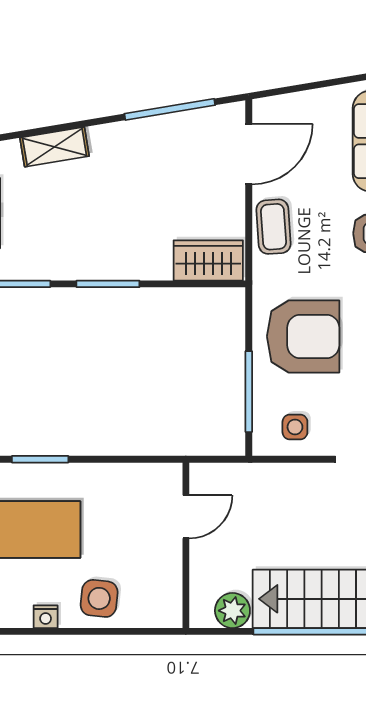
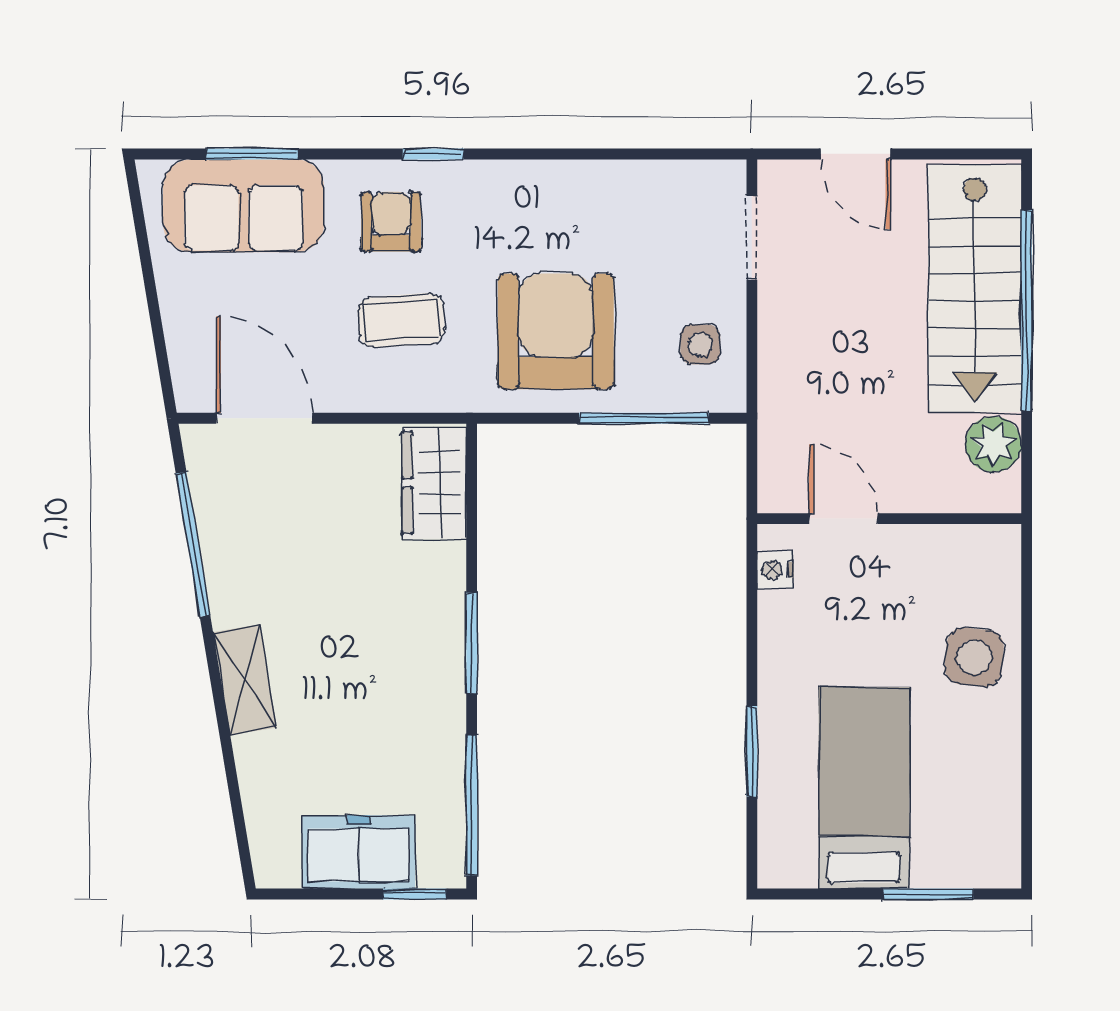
shelving: (55, 147) -> (245, 680), moved
coffee table: (273, 227) -> (401, 320), moved
nightstand: (46, 617) -> (775, 570), moved, turned 180

